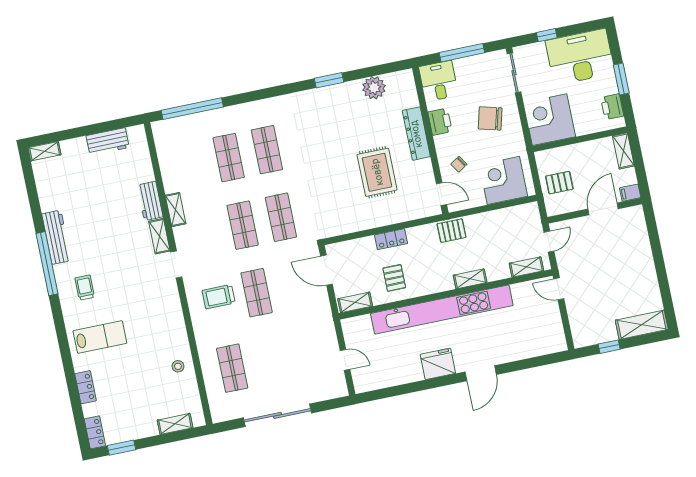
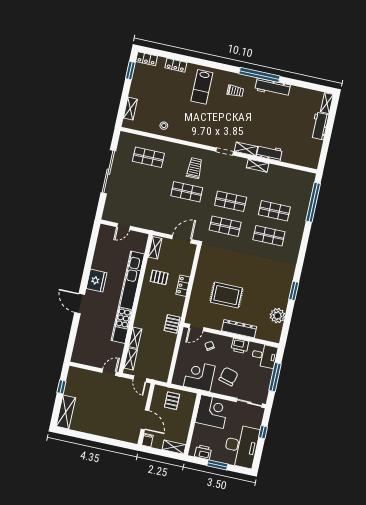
workbench: (108, 142) -> (320, 126), moved
corner desk: (503, 180) -> (199, 376), moved, turned -90
shelving: (470, 279) -> (135, 338), moved

